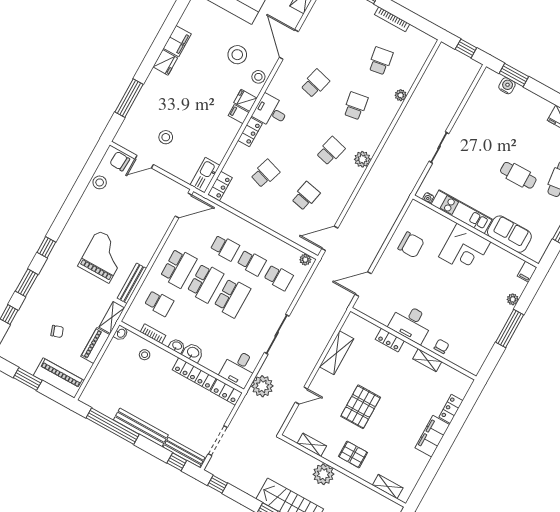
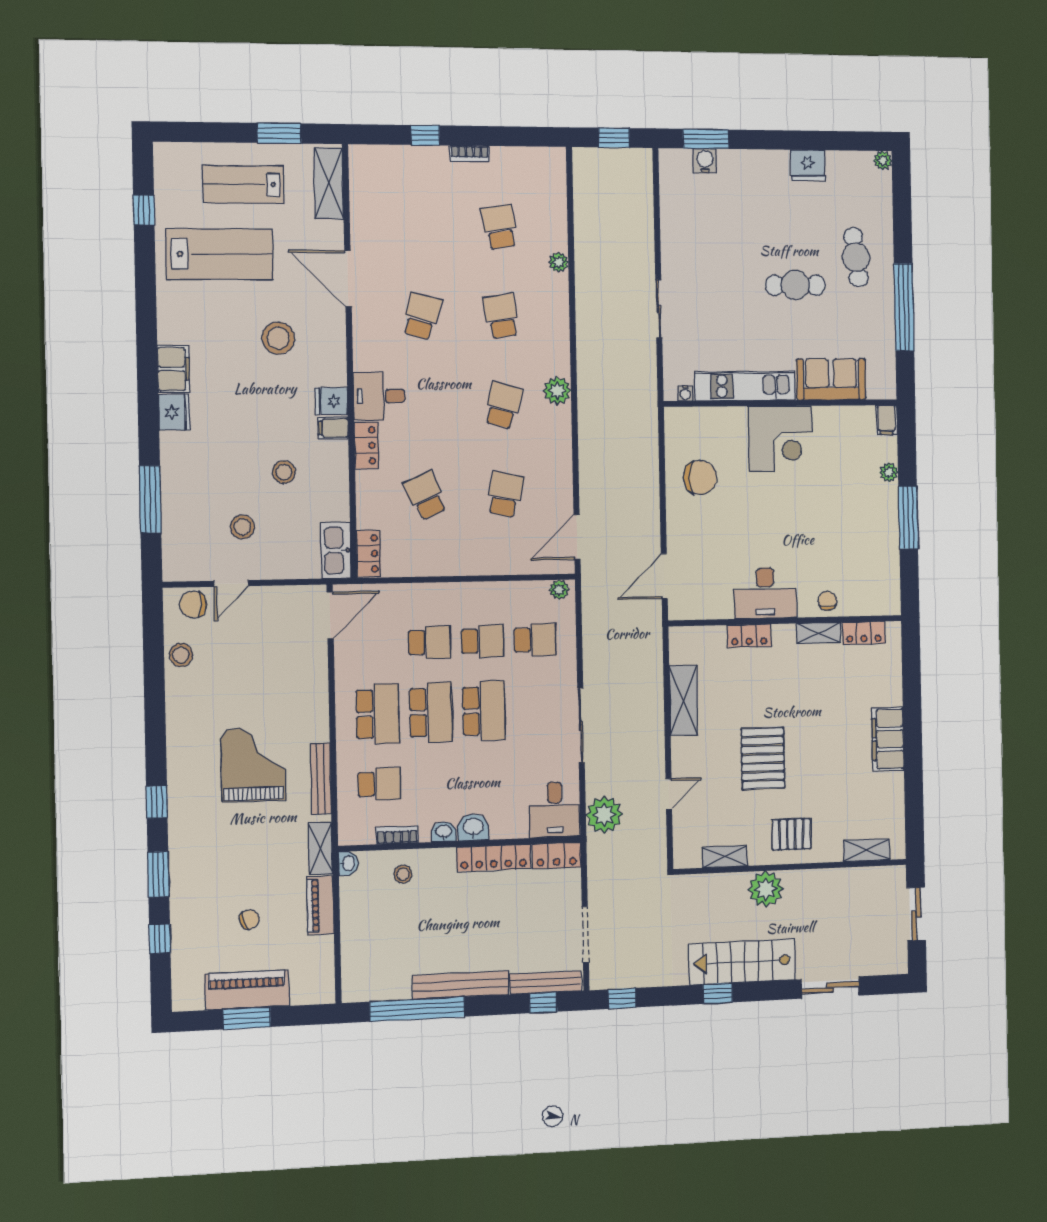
bookcase: (392, 19) -> (470, 154), width x0.64
stool: (258, 77) -> (284, 472), moved
school desk: (265, 174) -> (425, 496), turned -42
piano: (59, 378) -> (247, 990), moved
locker: (451, 409) -> (864, 633), moved, turned -90

